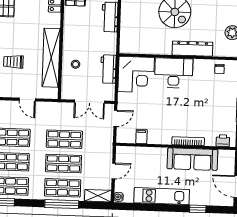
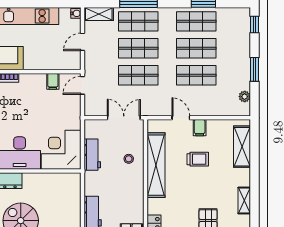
filing cabinet: (11, 90) -> (200, 128), added
double door: (89, 102) -> (124, 118), moved
door: (115, 118) -> (82, 85), moved

